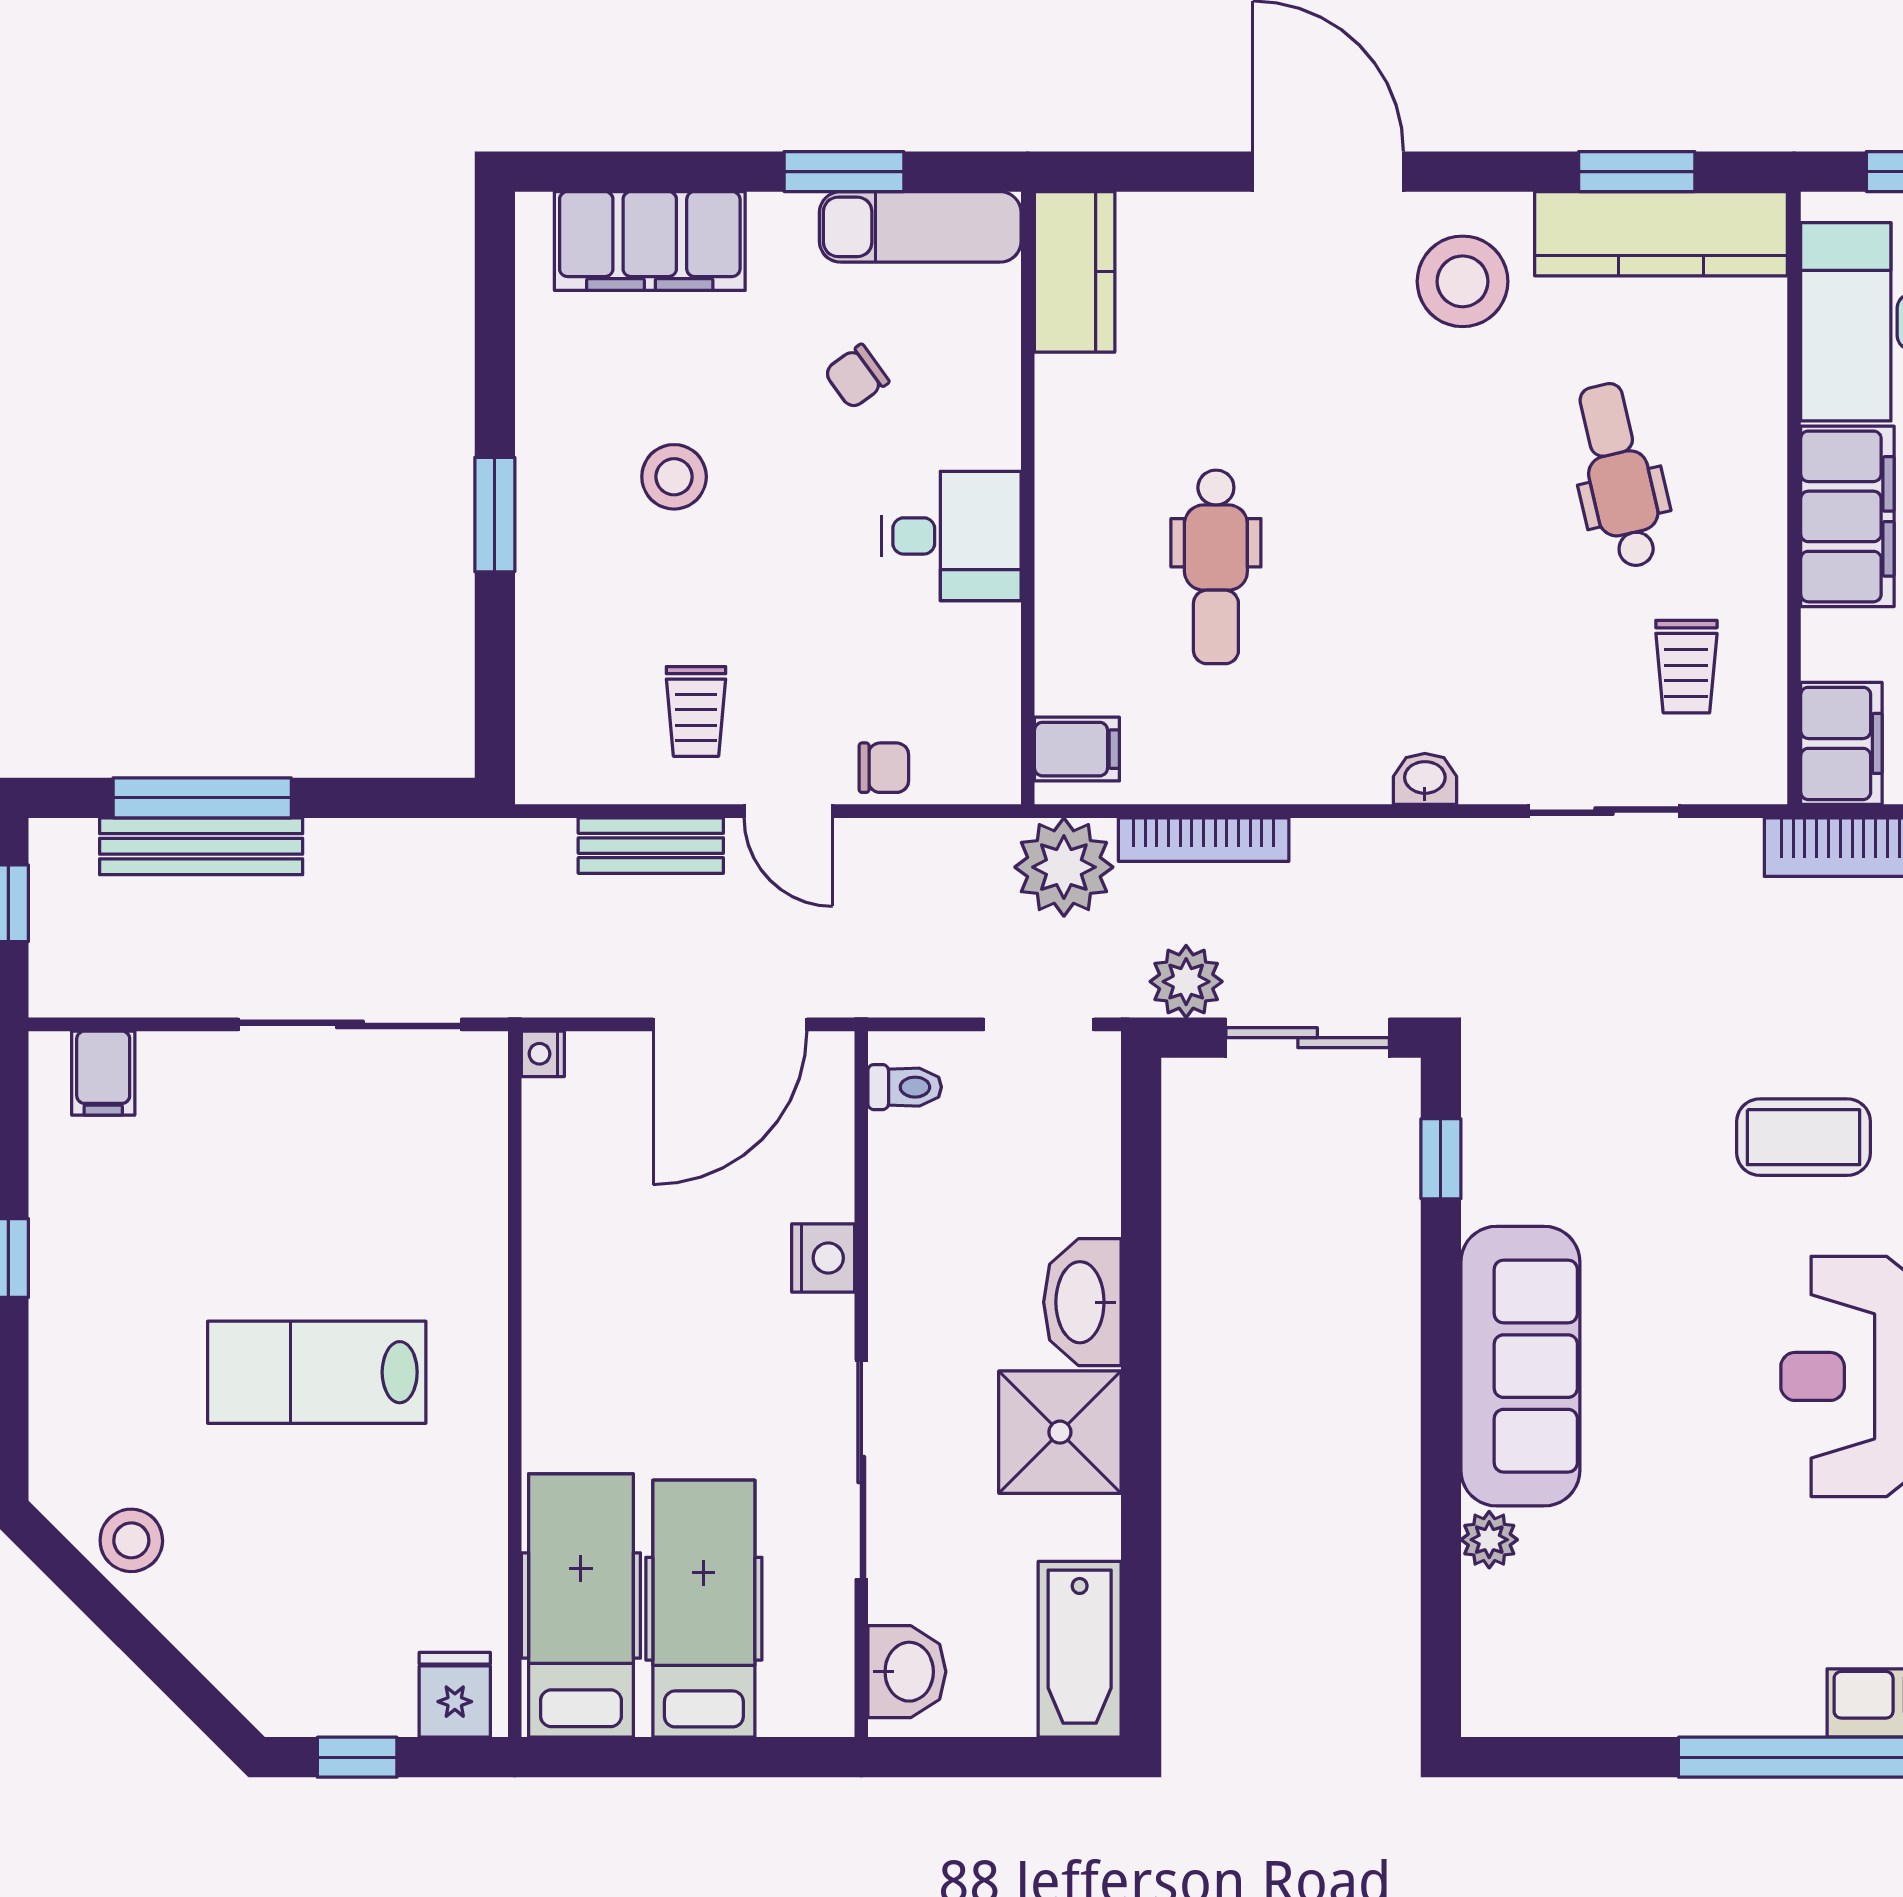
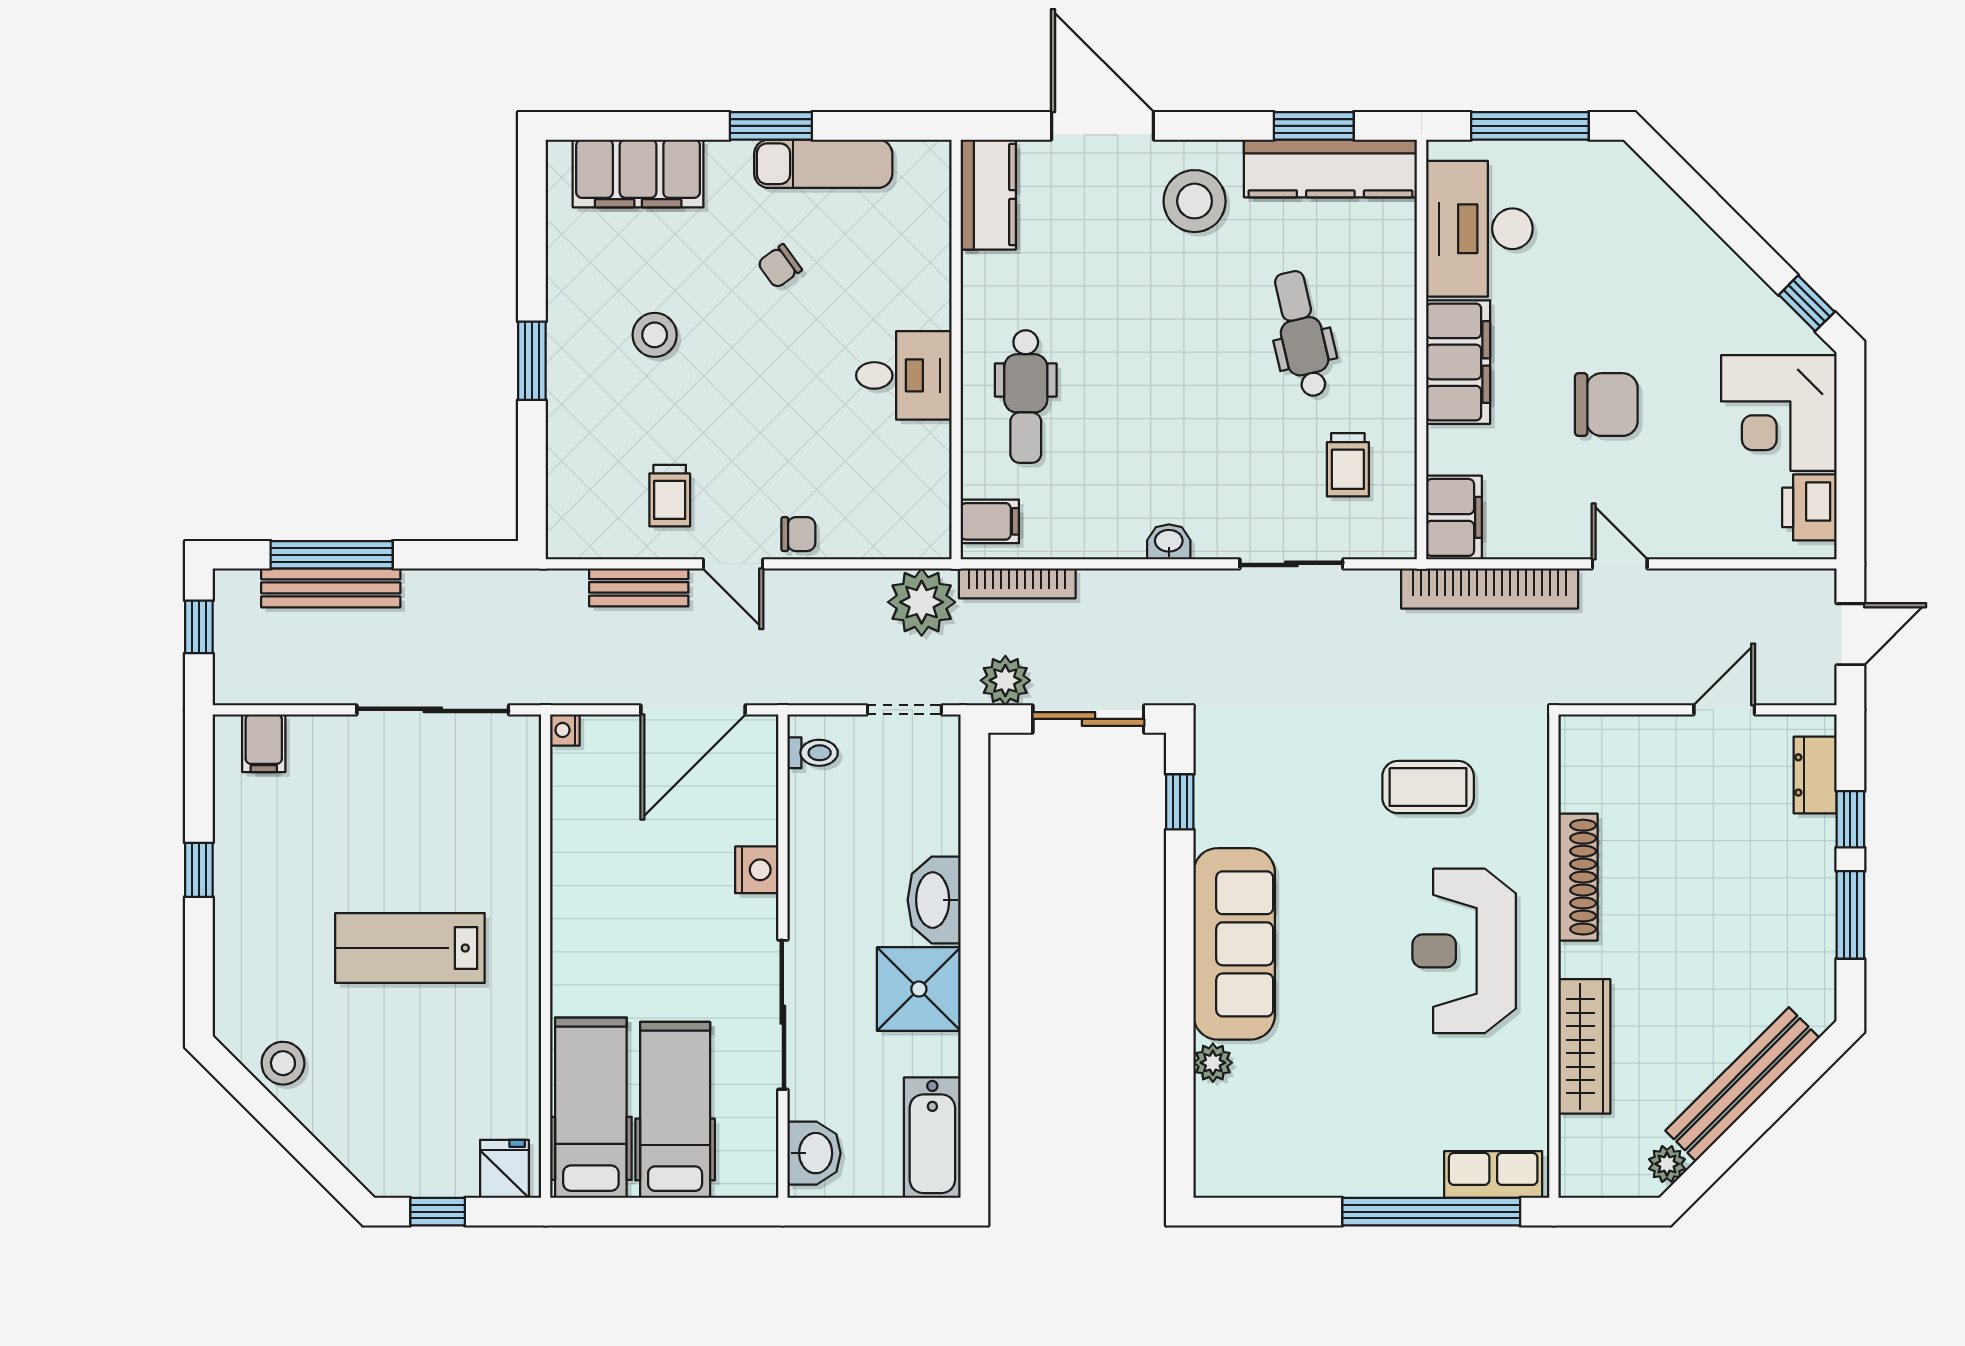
kitchen counter: (1075, 272) -> (988, 195), moved
wall: (1028, 498) -> (956, 349), moved
desk: (951, 536) -> (904, 375), moved
filing cabinet: (1077, 749) -> (990, 521), moved

